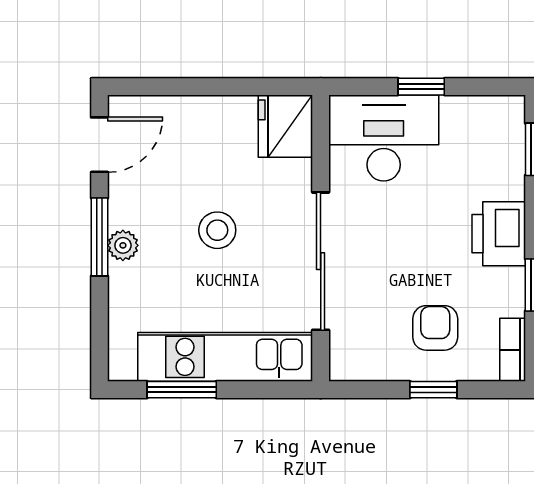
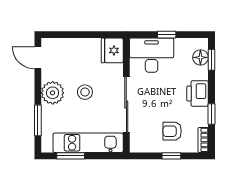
floor lamp: (506, 144) -> (200, 57), added
door: (99, 145) -> (38, 58), swing flipped
window: (99, 237) -> (38, 120), moved
plant: (123, 245) -> (53, 93), width x1.87, depth x1.87
armchair: (435, 328) -> (172, 131), turned -90

